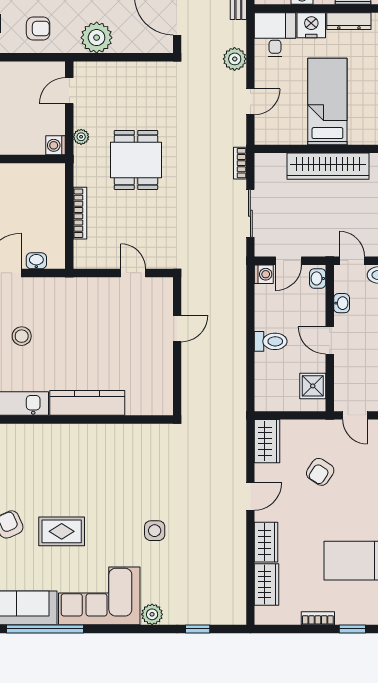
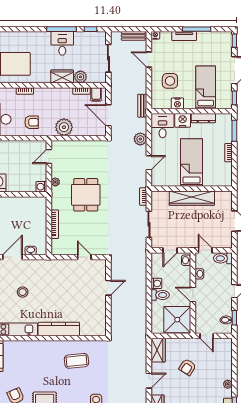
washing machine: (264, 274) -> (156, 283), moved
shower: (313, 386) -> (177, 320), width x1.86, depth x1.86
coffee table: (119, 461) -> (77, 361), added

